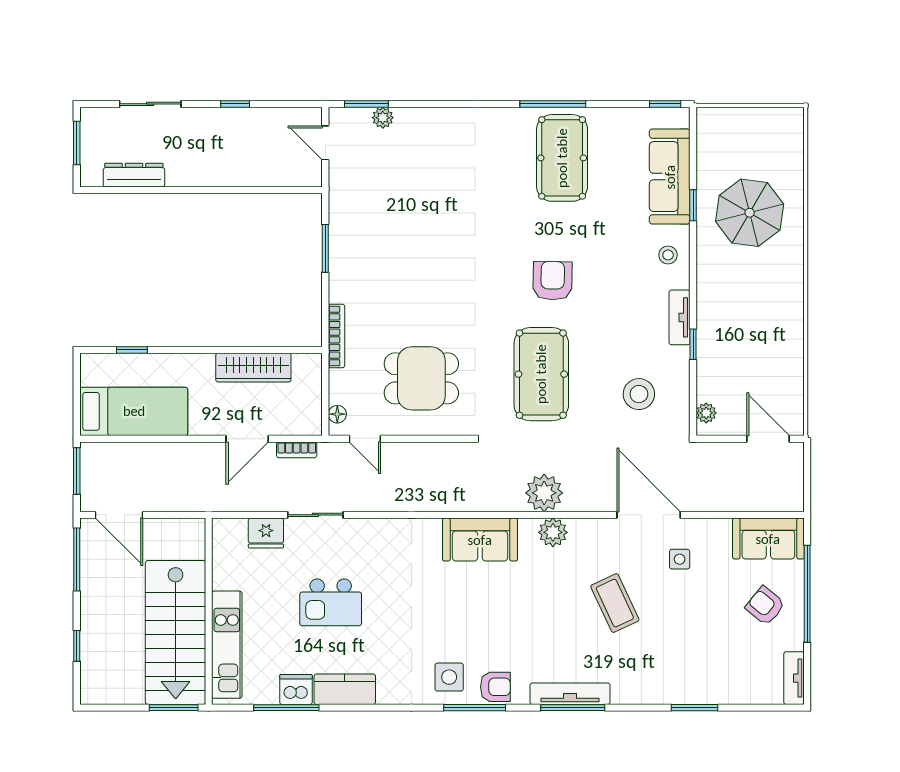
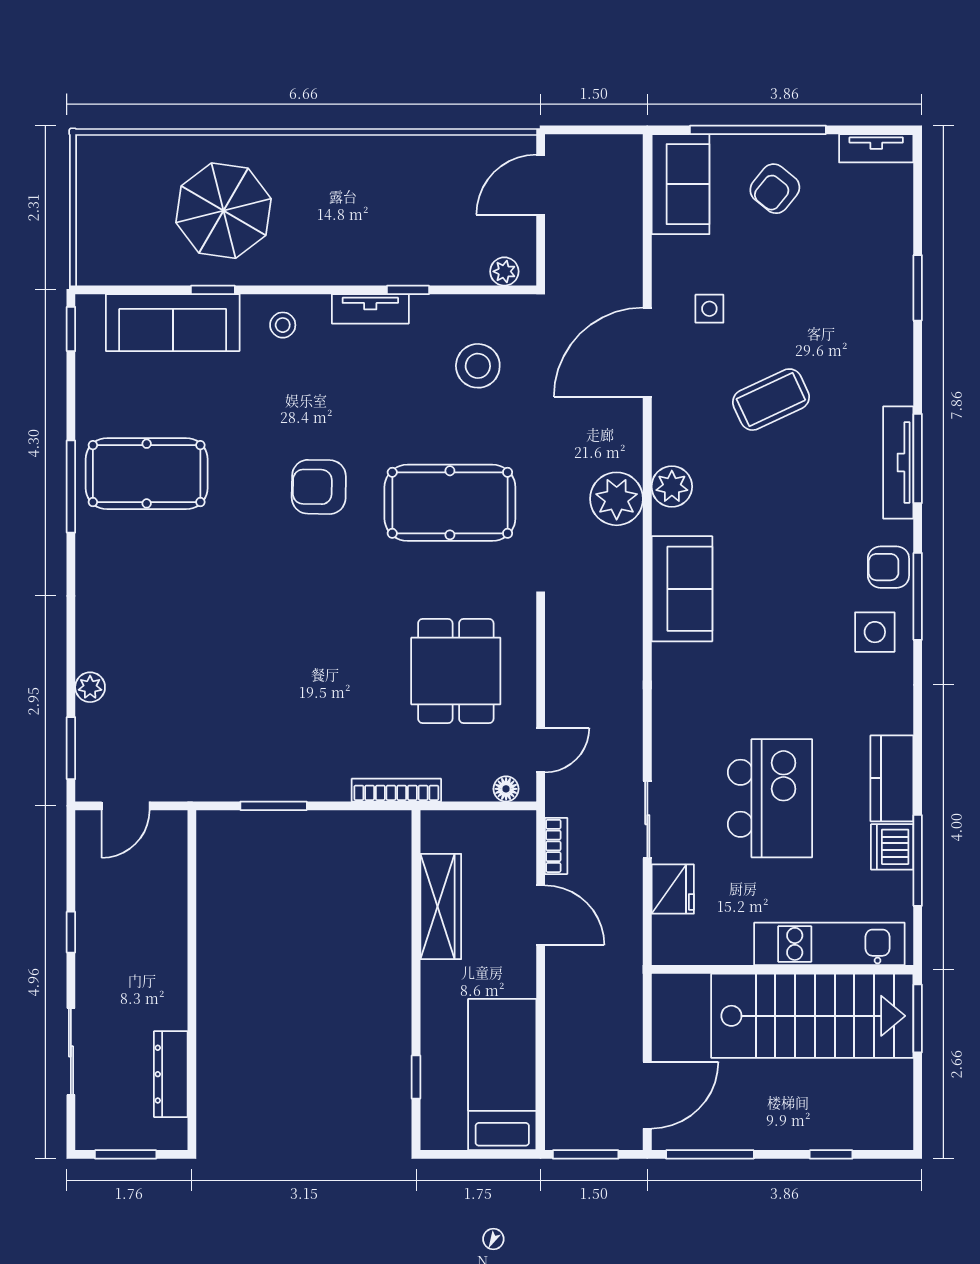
plant: (383, 118) -> (90, 687), moved
kitchen island: (331, 602) -> (770, 798), width x1.37, depth x1.28
armchair: (495, 687) -> (888, 567), turned -90

